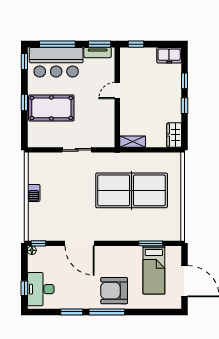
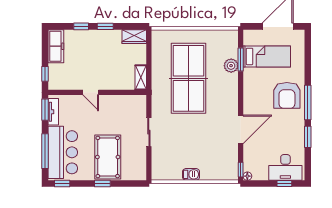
freezer: (169, 55) -> (56, 46), width x1.40
plant: (144, 234) -> (231, 66), added

